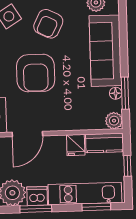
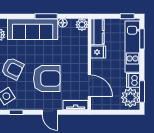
window: (125, 93) -> (46, 16), moved
window: (127, 166) -> (127, 16), moved
window: (36, 209) -> (142, 92), moved

